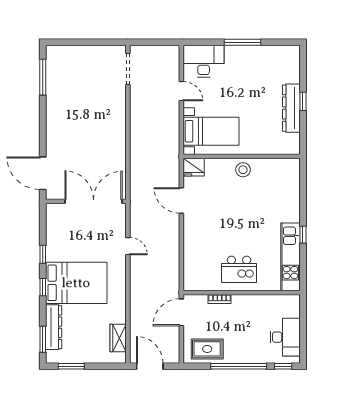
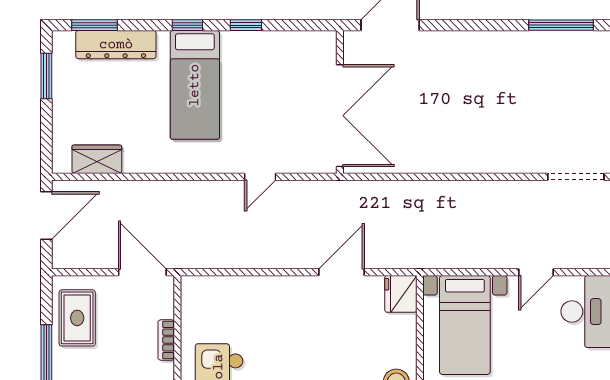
bed: (76, 283) -> (195, 85), width x0.67

